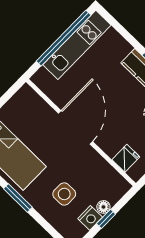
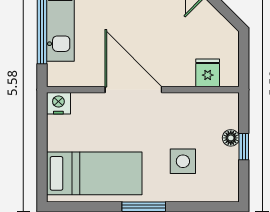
nightstand: (90, 218) -> (58, 103), moved, turned -90

